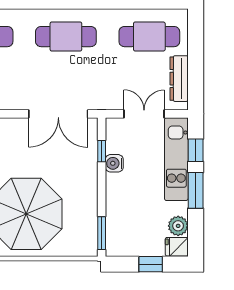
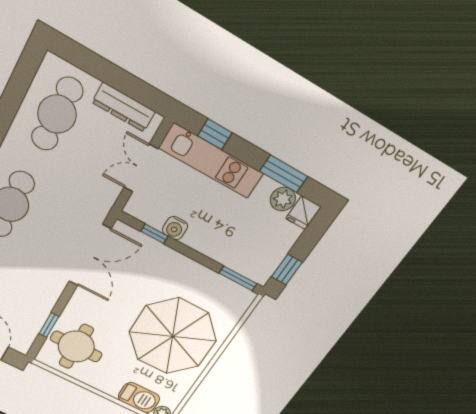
window: (196, 190) -> (284, 174), moved
window: (151, 264) -> (287, 270), moved

